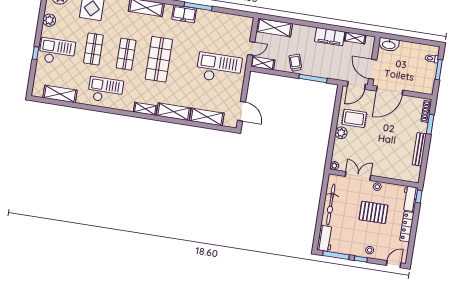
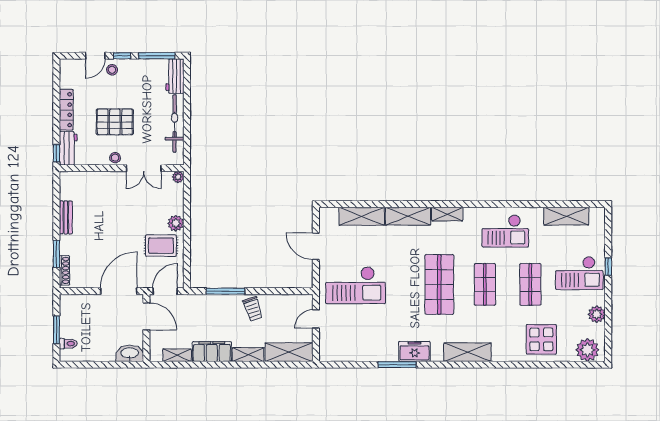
shelving: (263, 63) -> (248, 355), moved
door: (241, 111) -> (316, 246), moved
bench: (419, 149) -> (66, 217), width x0.73
door: (394, 264) -> (95, 56), moved

